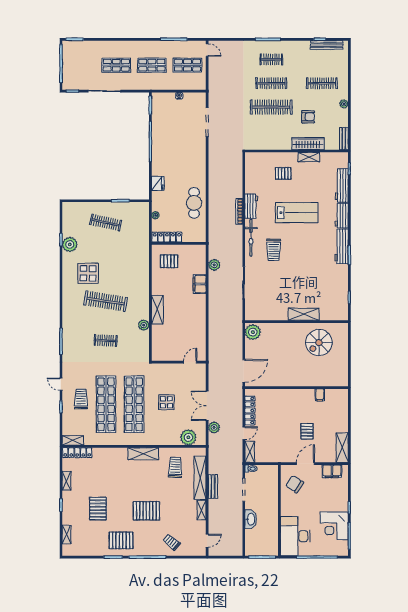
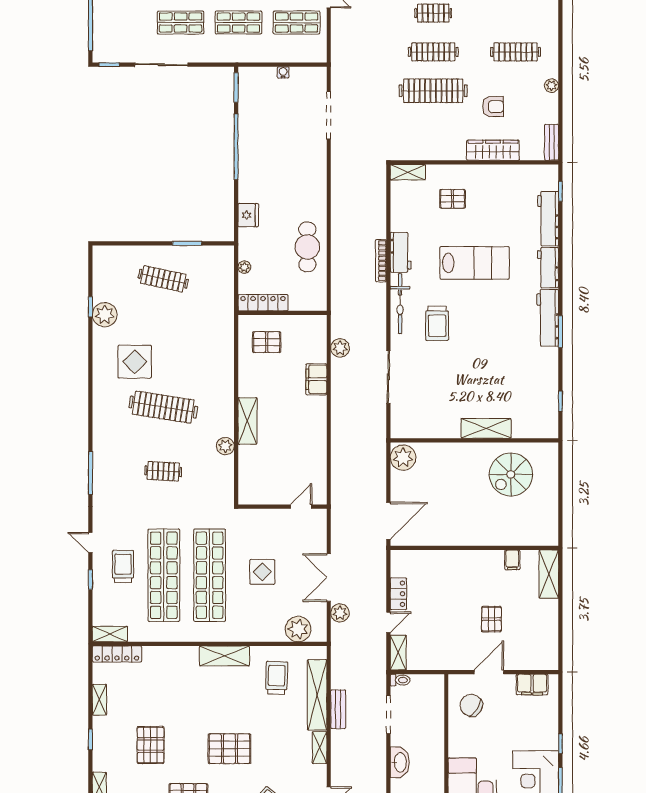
shelving: (309, 157) -> (408, 172), moved
locker: (250, 410) -> (398, 594), width x0.66
shelving: (342, 448) -> (549, 574), moved

